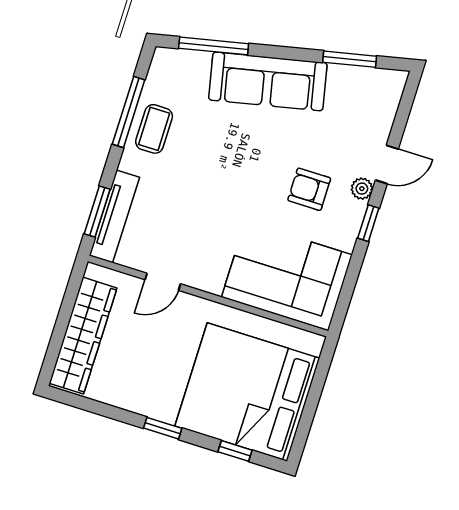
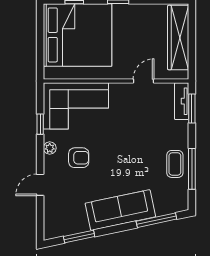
plant: (362, 189) -> (50, 148), moved
tv unit: (114, 216) -> (182, 101), width x0.71
window: (368, 223) -> (40, 124), moved

